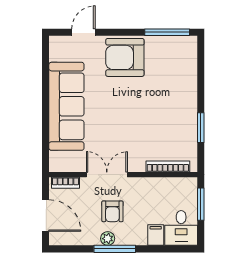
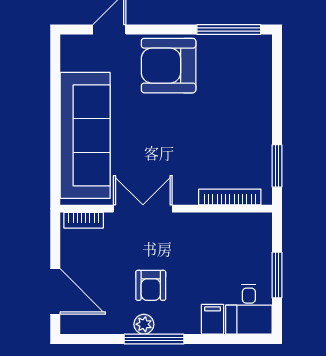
bookcase: (168, 167) -> (230, 197), moved
double door: (107, 175) -> (143, 209), moved
wall: (123, 175) -> (166, 209), moved
bookcase: (65, 183) -> (84, 220), moved

